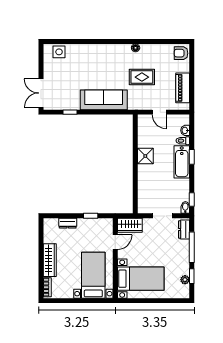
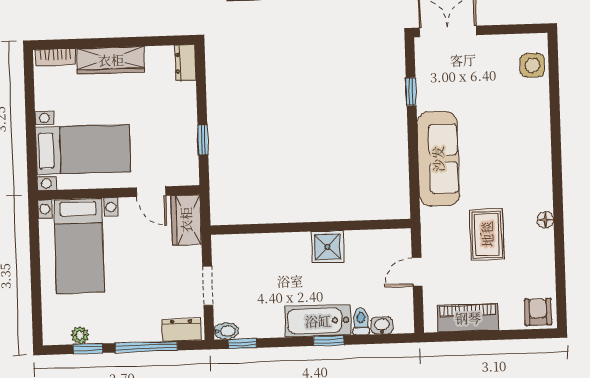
dresser: (68, 223) -> (185, 63), moved

